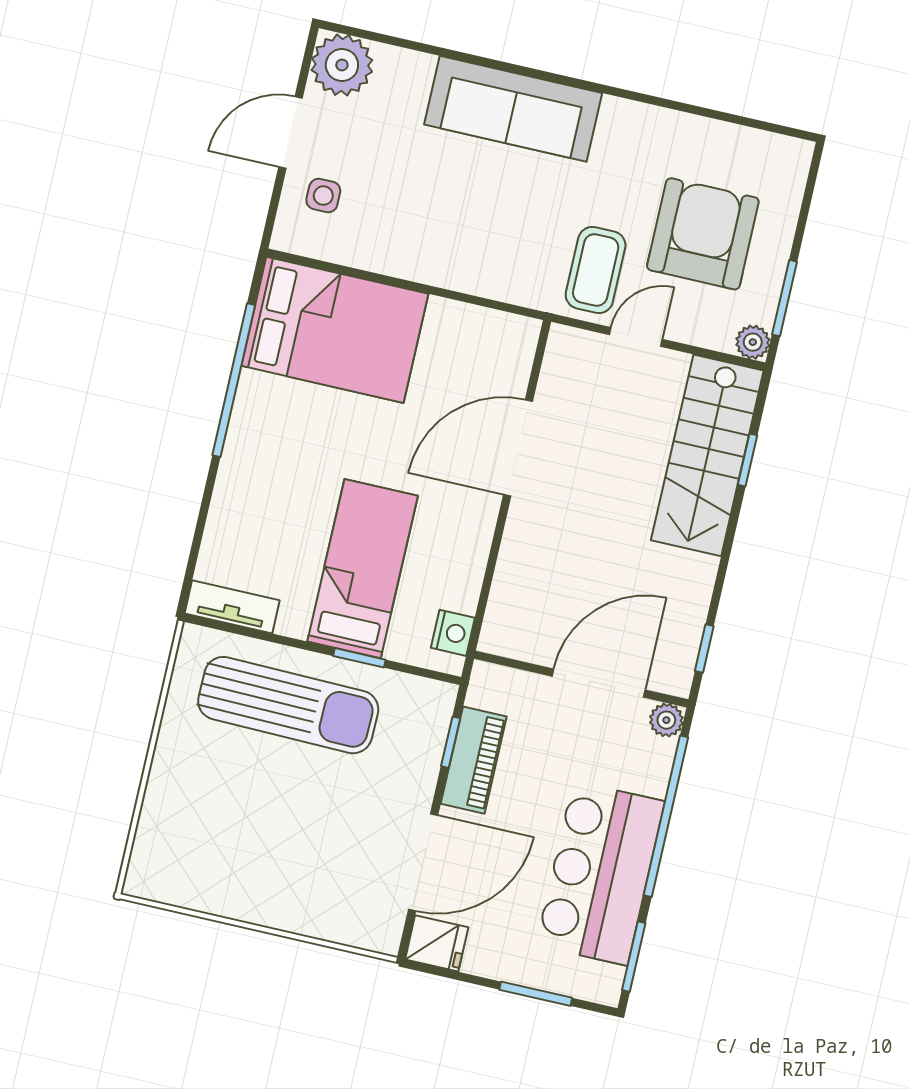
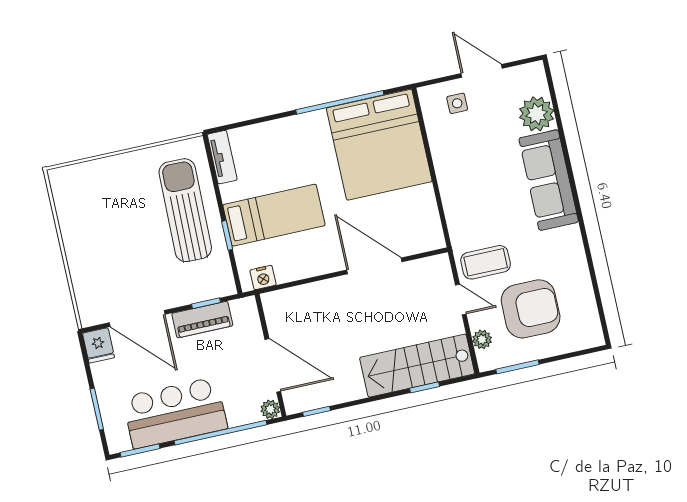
plant: (342, 65) -> (537, 114), moved
bed: (335, 330) -> (379, 145), width x1.36
plant: (753, 342) -> (482, 339), moved
sun lounger: (288, 705) -> (185, 210), turned 180

